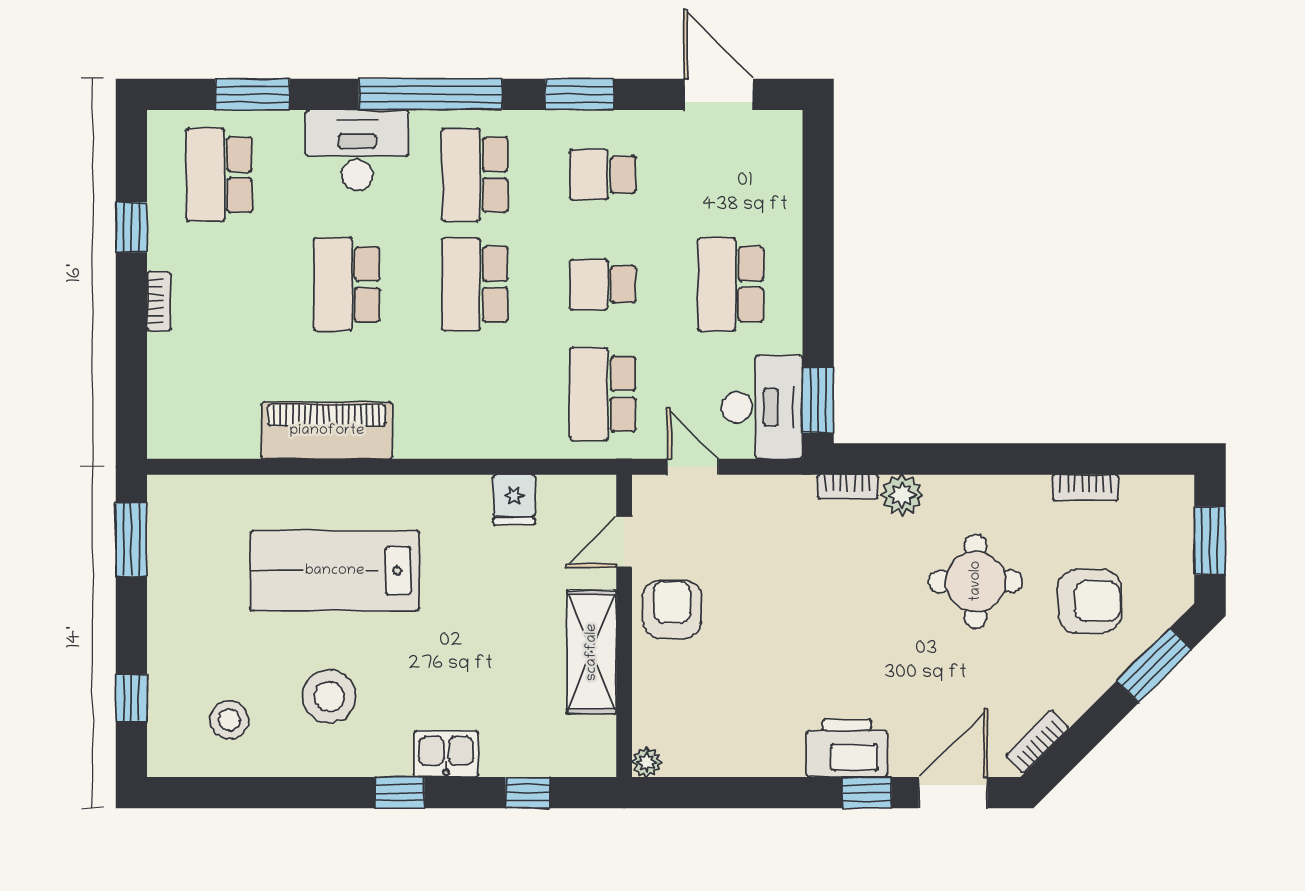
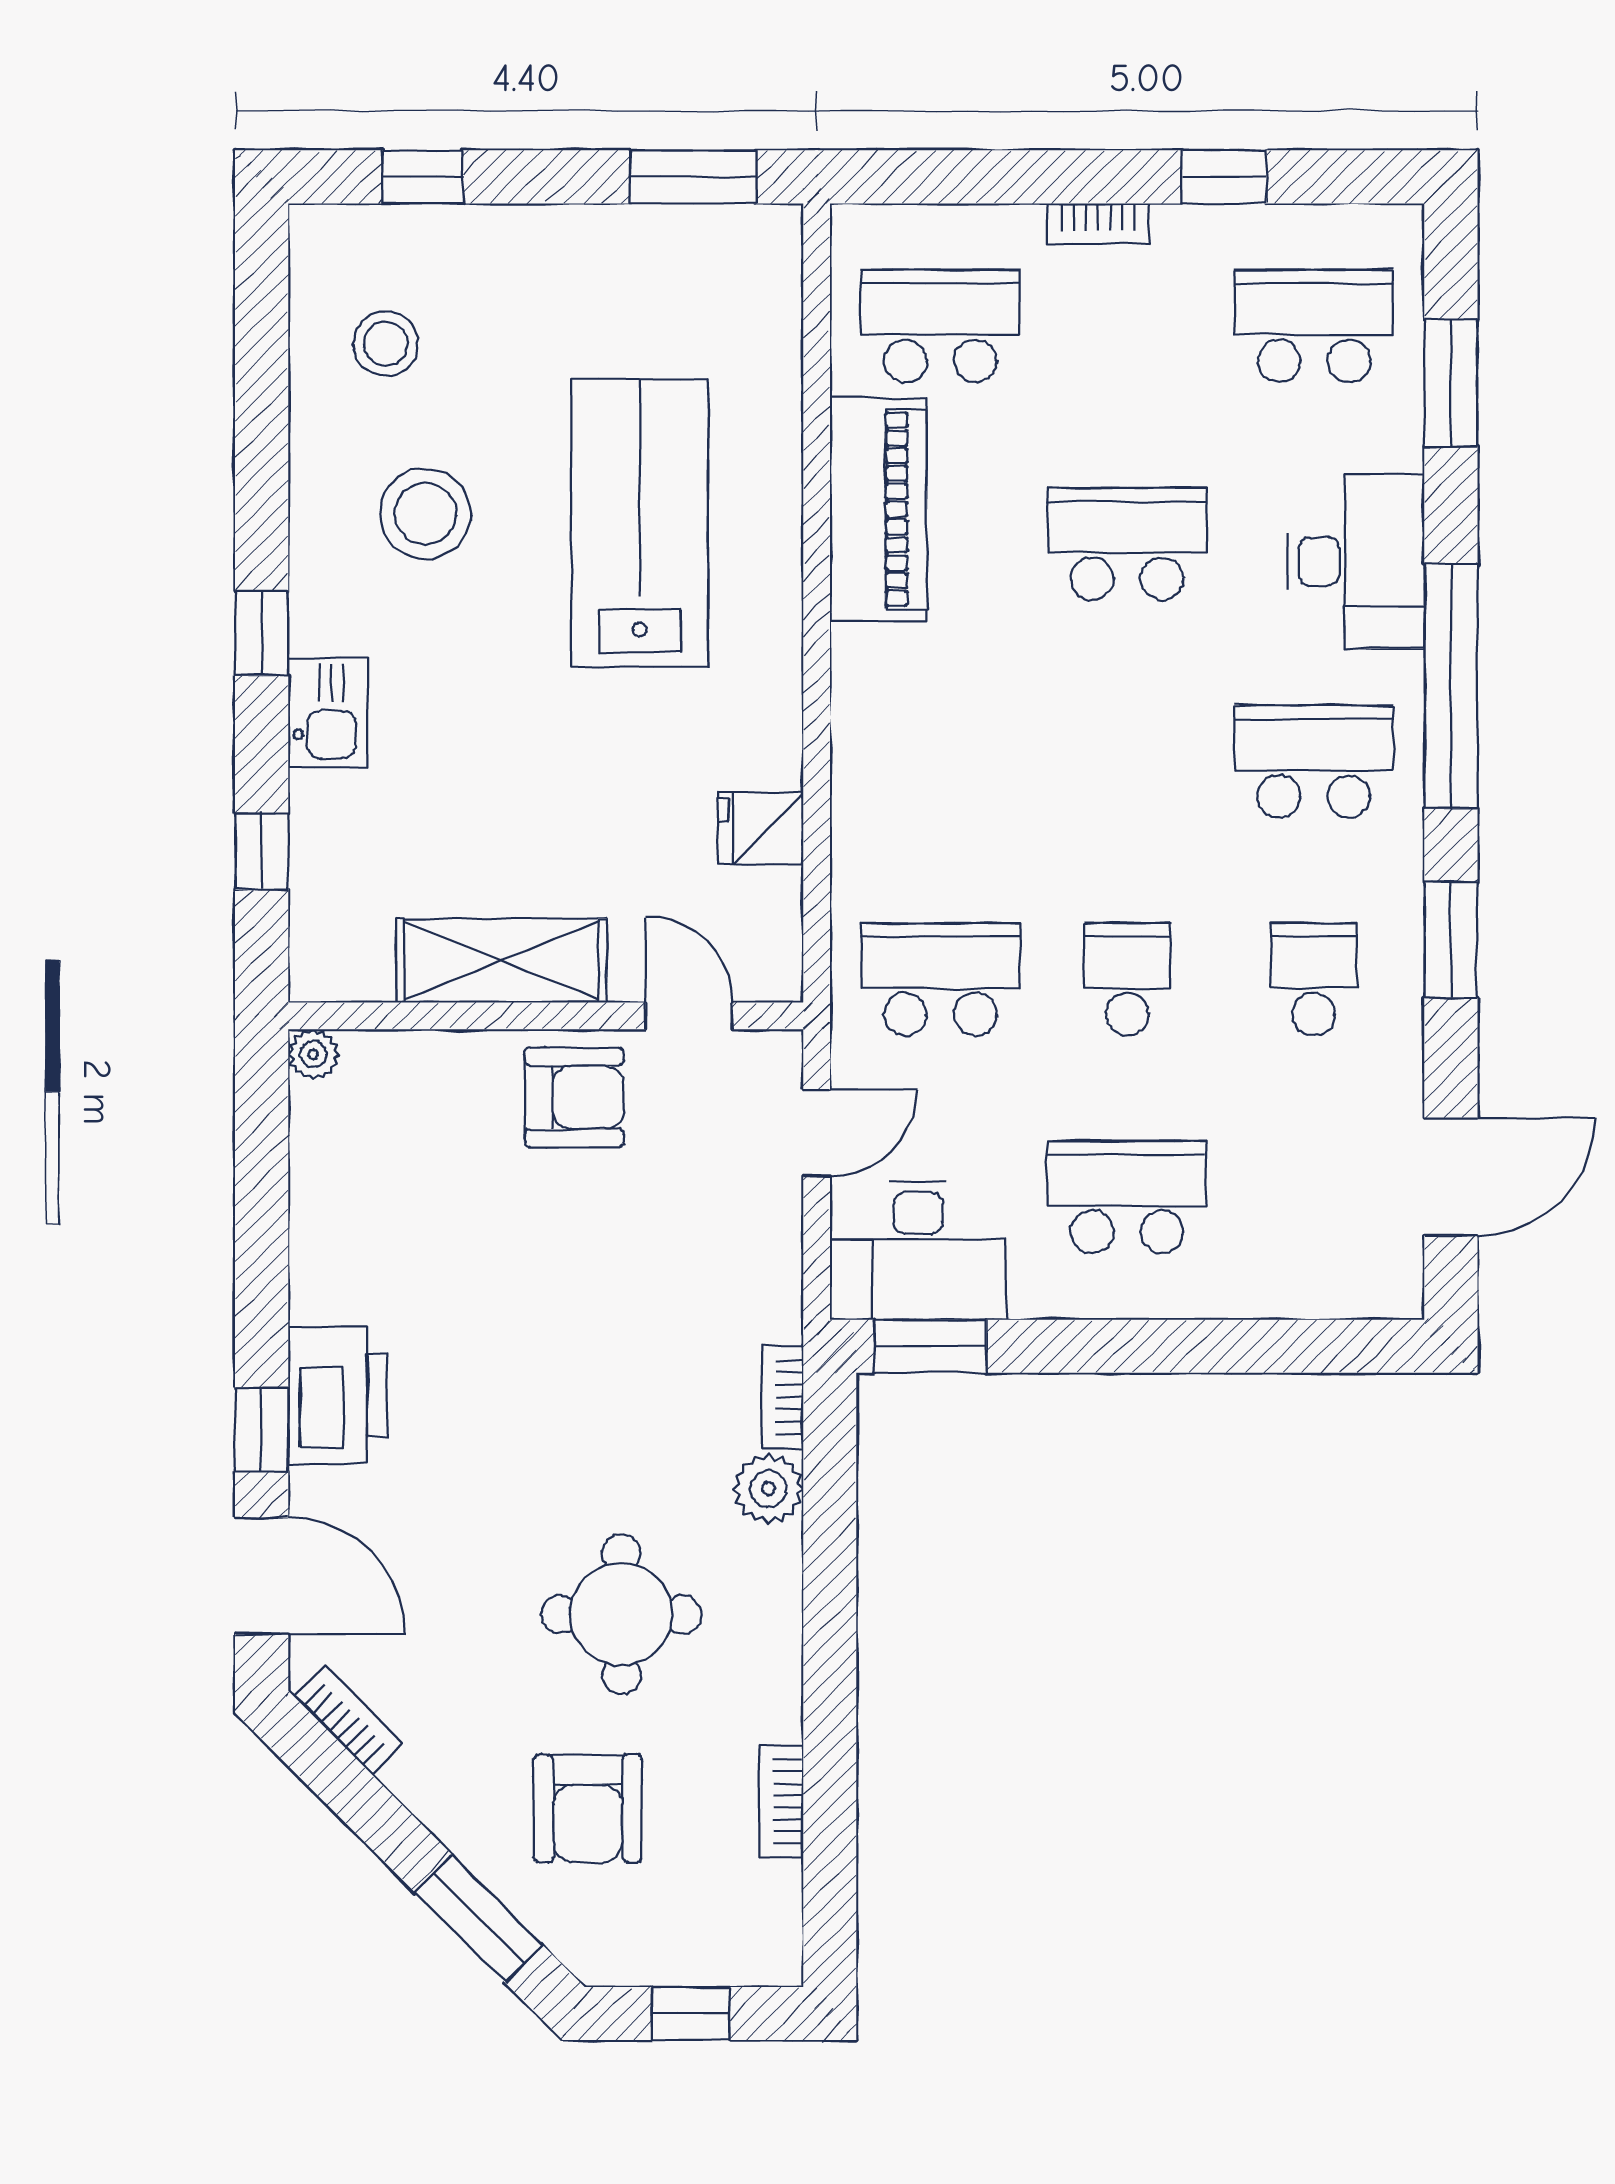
school desk: (475, 284) -> (940, 326), moved
window: (1210, 541) -> (691, 2014), width x0.67

